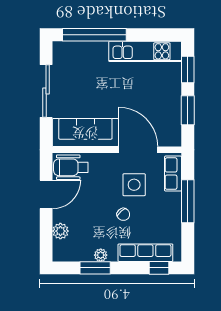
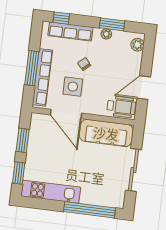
row of seats: (173, 174) -> (42, 77), width x2.02
plant: (60, 231) -> (137, 45), moved

